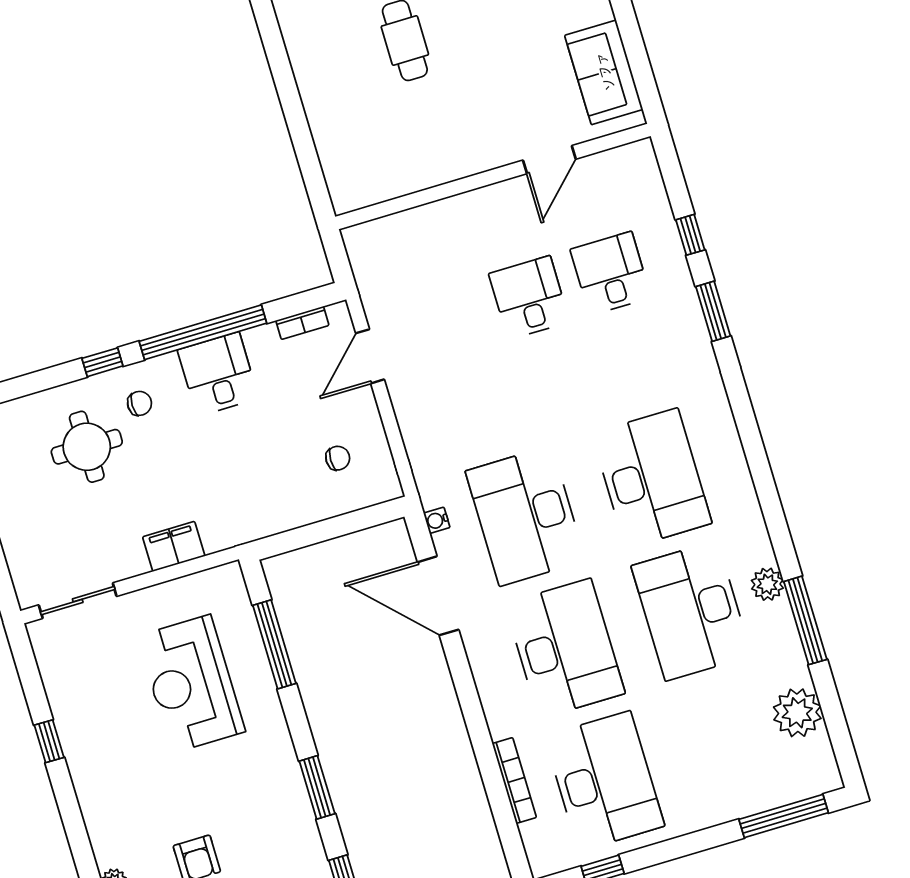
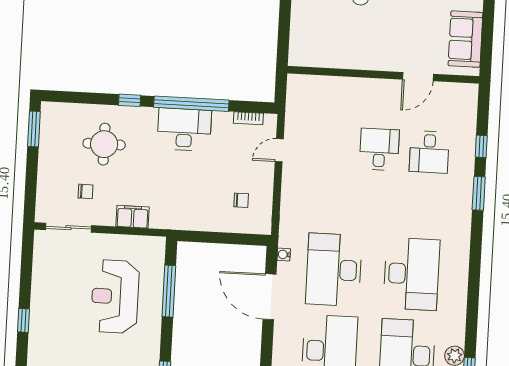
desk: (611, 273) -> (429, 152), turned 180
door: (370, 356) -> (279, 150), width x0.73
desk: (218, 374) -> (184, 129), width x1.37
chair: (139, 403) -> (86, 191), moved
window: (49, 741) -> (24, 320), moved

